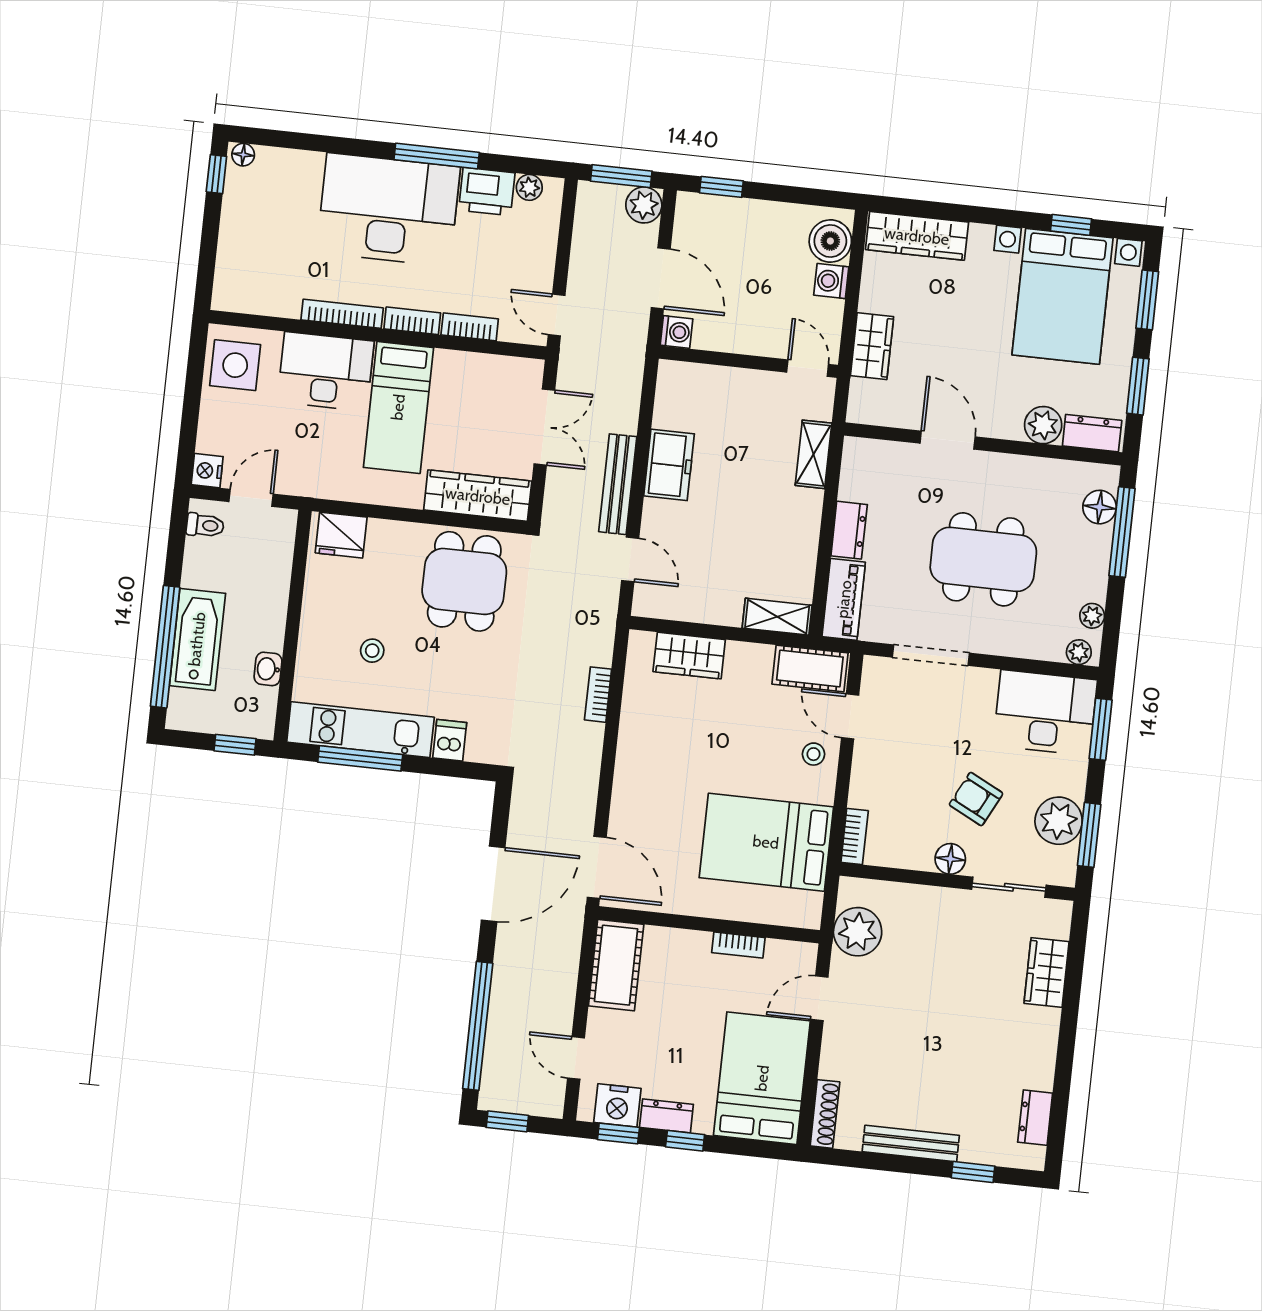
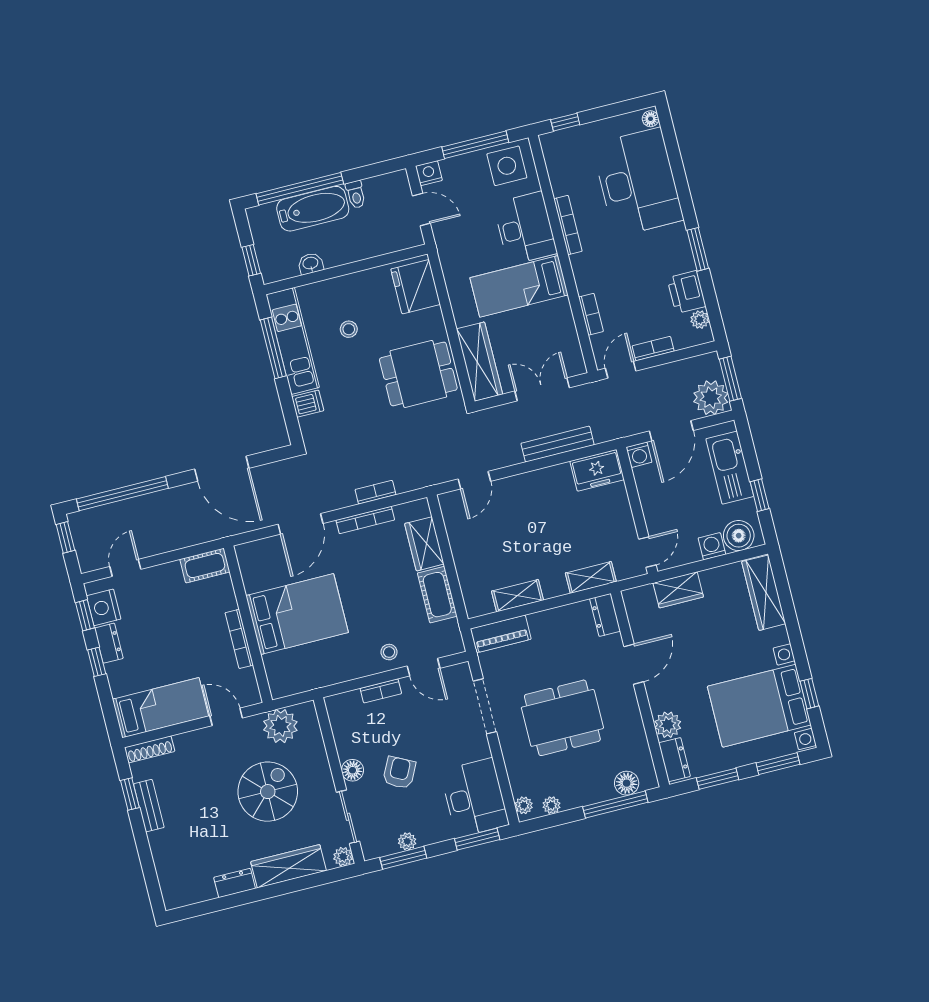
window: (437, 156) -> (698, 249), width x0.69
window: (216, 174) -> (565, 122), moved
window: (721, 187) -> (760, 495), moved
plant: (644, 205) -> (711, 398), width x1.36, depth x1.36
desk: (388, 210) -> (638, 182), moved
kitchen sink: (737, 220) -> (730, 468), added
bookcase: (412, 321) -> (653, 349), moved, turned -90
window: (192, 396) -> (475, 145), added
double door: (544, 427) -> (542, 389), swing flipped
freezer: (669, 465) -> (597, 470), moved
bench: (618, 484) -> (558, 444), moved
toilet: (205, 525) -> (356, 194), moved
dresser: (849, 530) -> (605, 615), moved, turned 90
fridge: (341, 535) -> (416, 287), width x1.36, depth x1.34
dining table: (983, 559) -> (562, 718), turned 90
shelving: (777, 617) -> (517, 596), moved, turned 90
cot: (810, 668) -> (437, 595), moved
door: (850, 716) -> (424, 667), swing flipped
bookcase: (629, 721) -> (365, 520), added
plant: (1059, 821) -> (407, 841), width x0.53, depth x0.53
bookcase: (855, 836) -> (381, 691), moved
bed: (766, 842) -> (297, 614), moved, turned 90
door: (597, 867) -> (301, 524), moved
plant: (1059, 913) -> (343, 857), added
bookcase: (738, 945) -> (239, 639), width x1.56
cot: (616, 965) -> (205, 566), width x0.73, depth x0.75
wardrobe: (1047, 973) -> (288, 866), width x1.50
spiral stairs: (937, 980) -> (268, 792), added
bed: (762, 1078) -> (160, 708), width x0.67
dresser: (1035, 1118) -> (235, 883), moved
bench: (911, 1144) -> (149, 806), width x0.73
window: (973, 1172) -> (130, 794), moved

